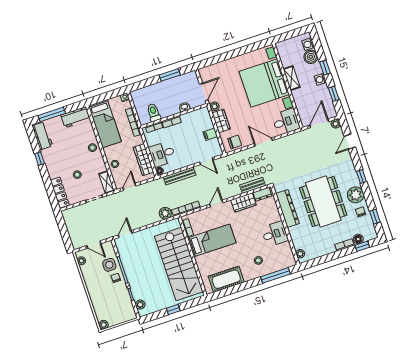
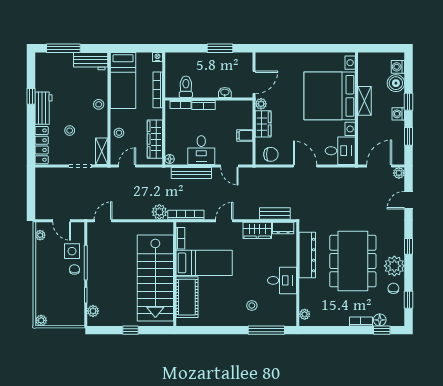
workbench: (42, 136) -> (43, 108), moved
desk: (162, 154) -> (201, 150), moved, turned -90
cot: (226, 279) -> (187, 297), moved, turned 90

